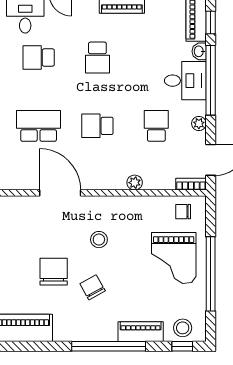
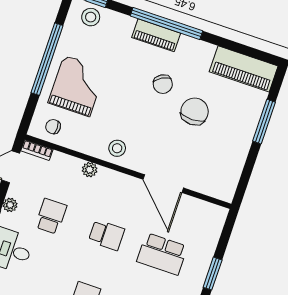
school desk: (156, 126) -> (51, 216), turned 180
chair: (183, 212) -> (53, 127), turned 180
stool: (99, 240) -> (117, 148), moved
chair: (54, 272) -> (195, 111), turned 180
piano: (141, 332) -> (156, 35), moved

